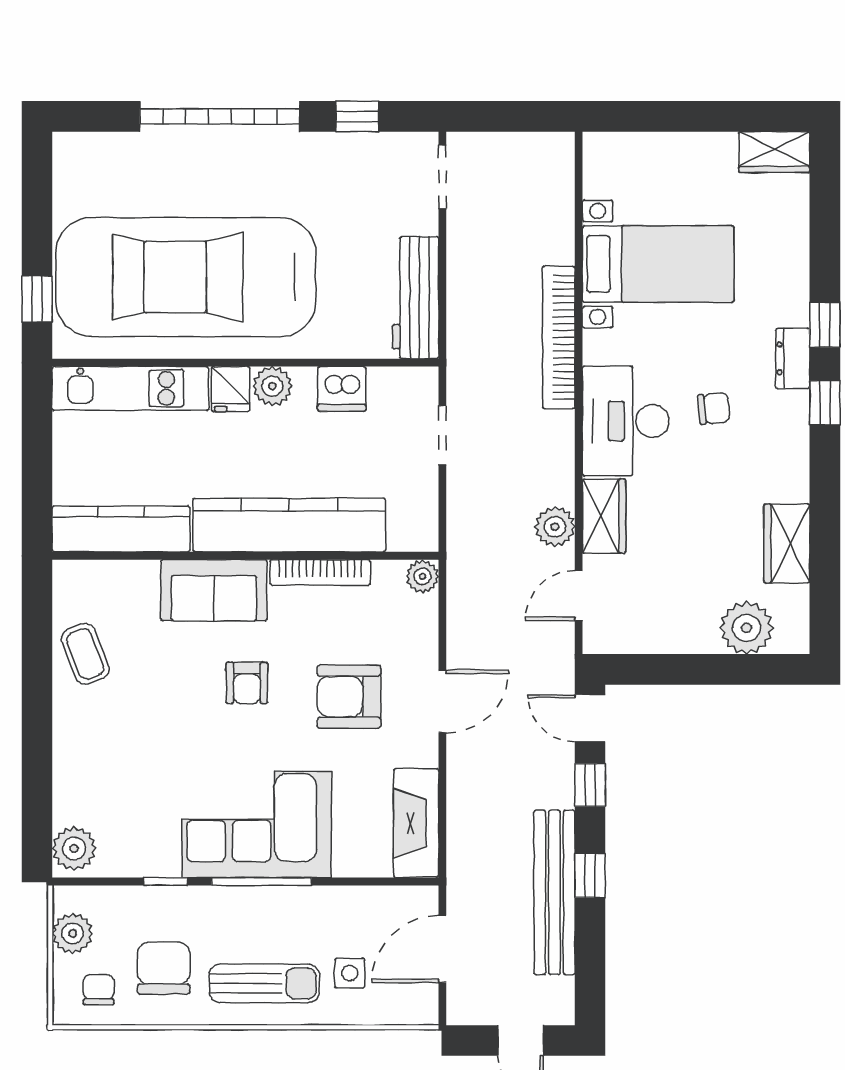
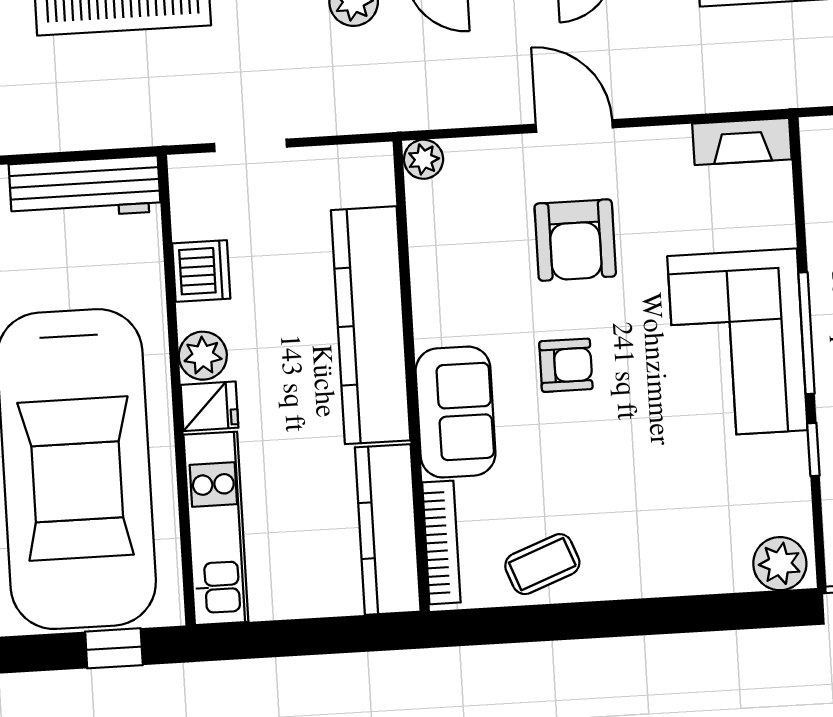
bookcase: (320, 572) -> (441, 542), moved
fireplace: (416, 823) -> (742, 141), width x0.73, depth x0.76

